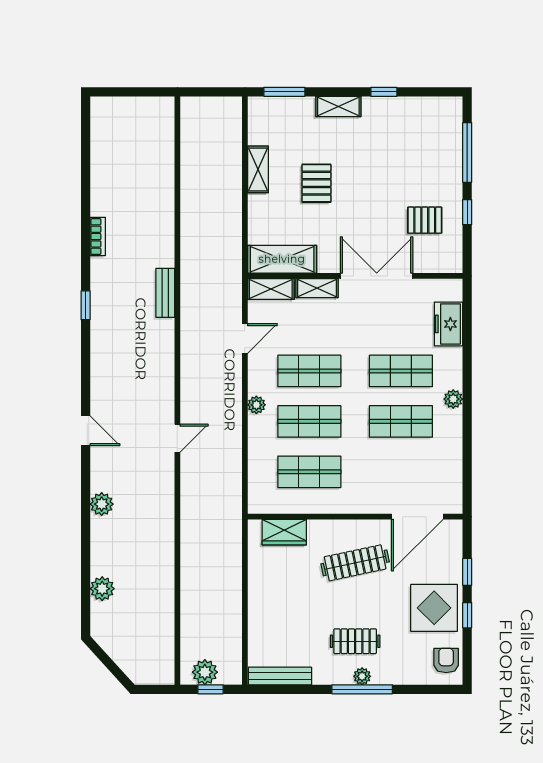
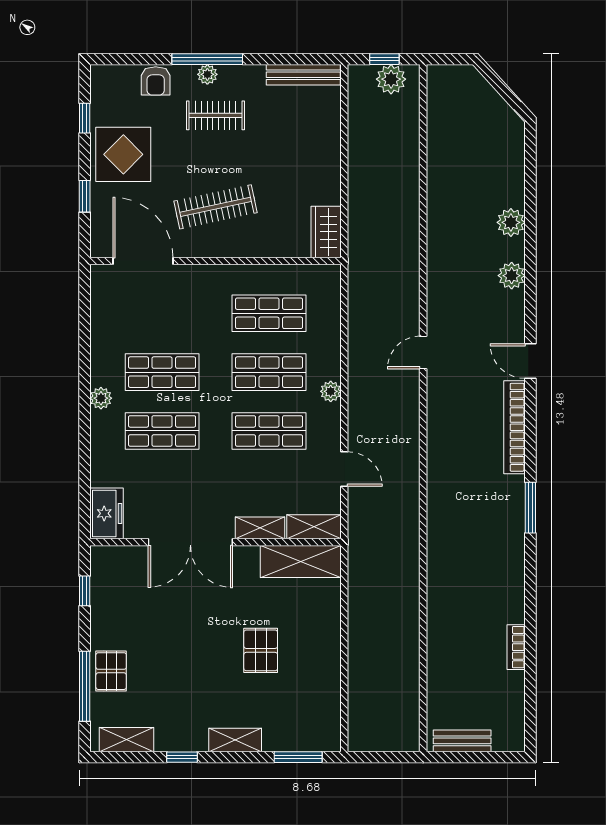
shelving: (258, 169) -> (126, 740), moved, turned 90
window: (467, 212) -> (85, 591), moved
pallet: (425, 220) -> (111, 671), moved, turned 90
bookcase: (98, 237) -> (516, 647), moved
bench: (165, 293) -> (462, 741), moved, turned 90
window: (86, 305) -> (530, 508), width x1.50
freezer: (448, 324) -> (107, 513), moved
door: (245, 338) -> (344, 469), swing flipped
bookcase: (99, 374) -> (514, 427), added
door: (417, 517) -> (143, 261), hinge flipped
wardrobe: (284, 532) -> (326, 232), moved, turned -90
plant: (102, 589) -> (511, 222), moved
window: (467, 615) -> (85, 118), moved
armchair: (446, 660) -> (156, 81), moved

